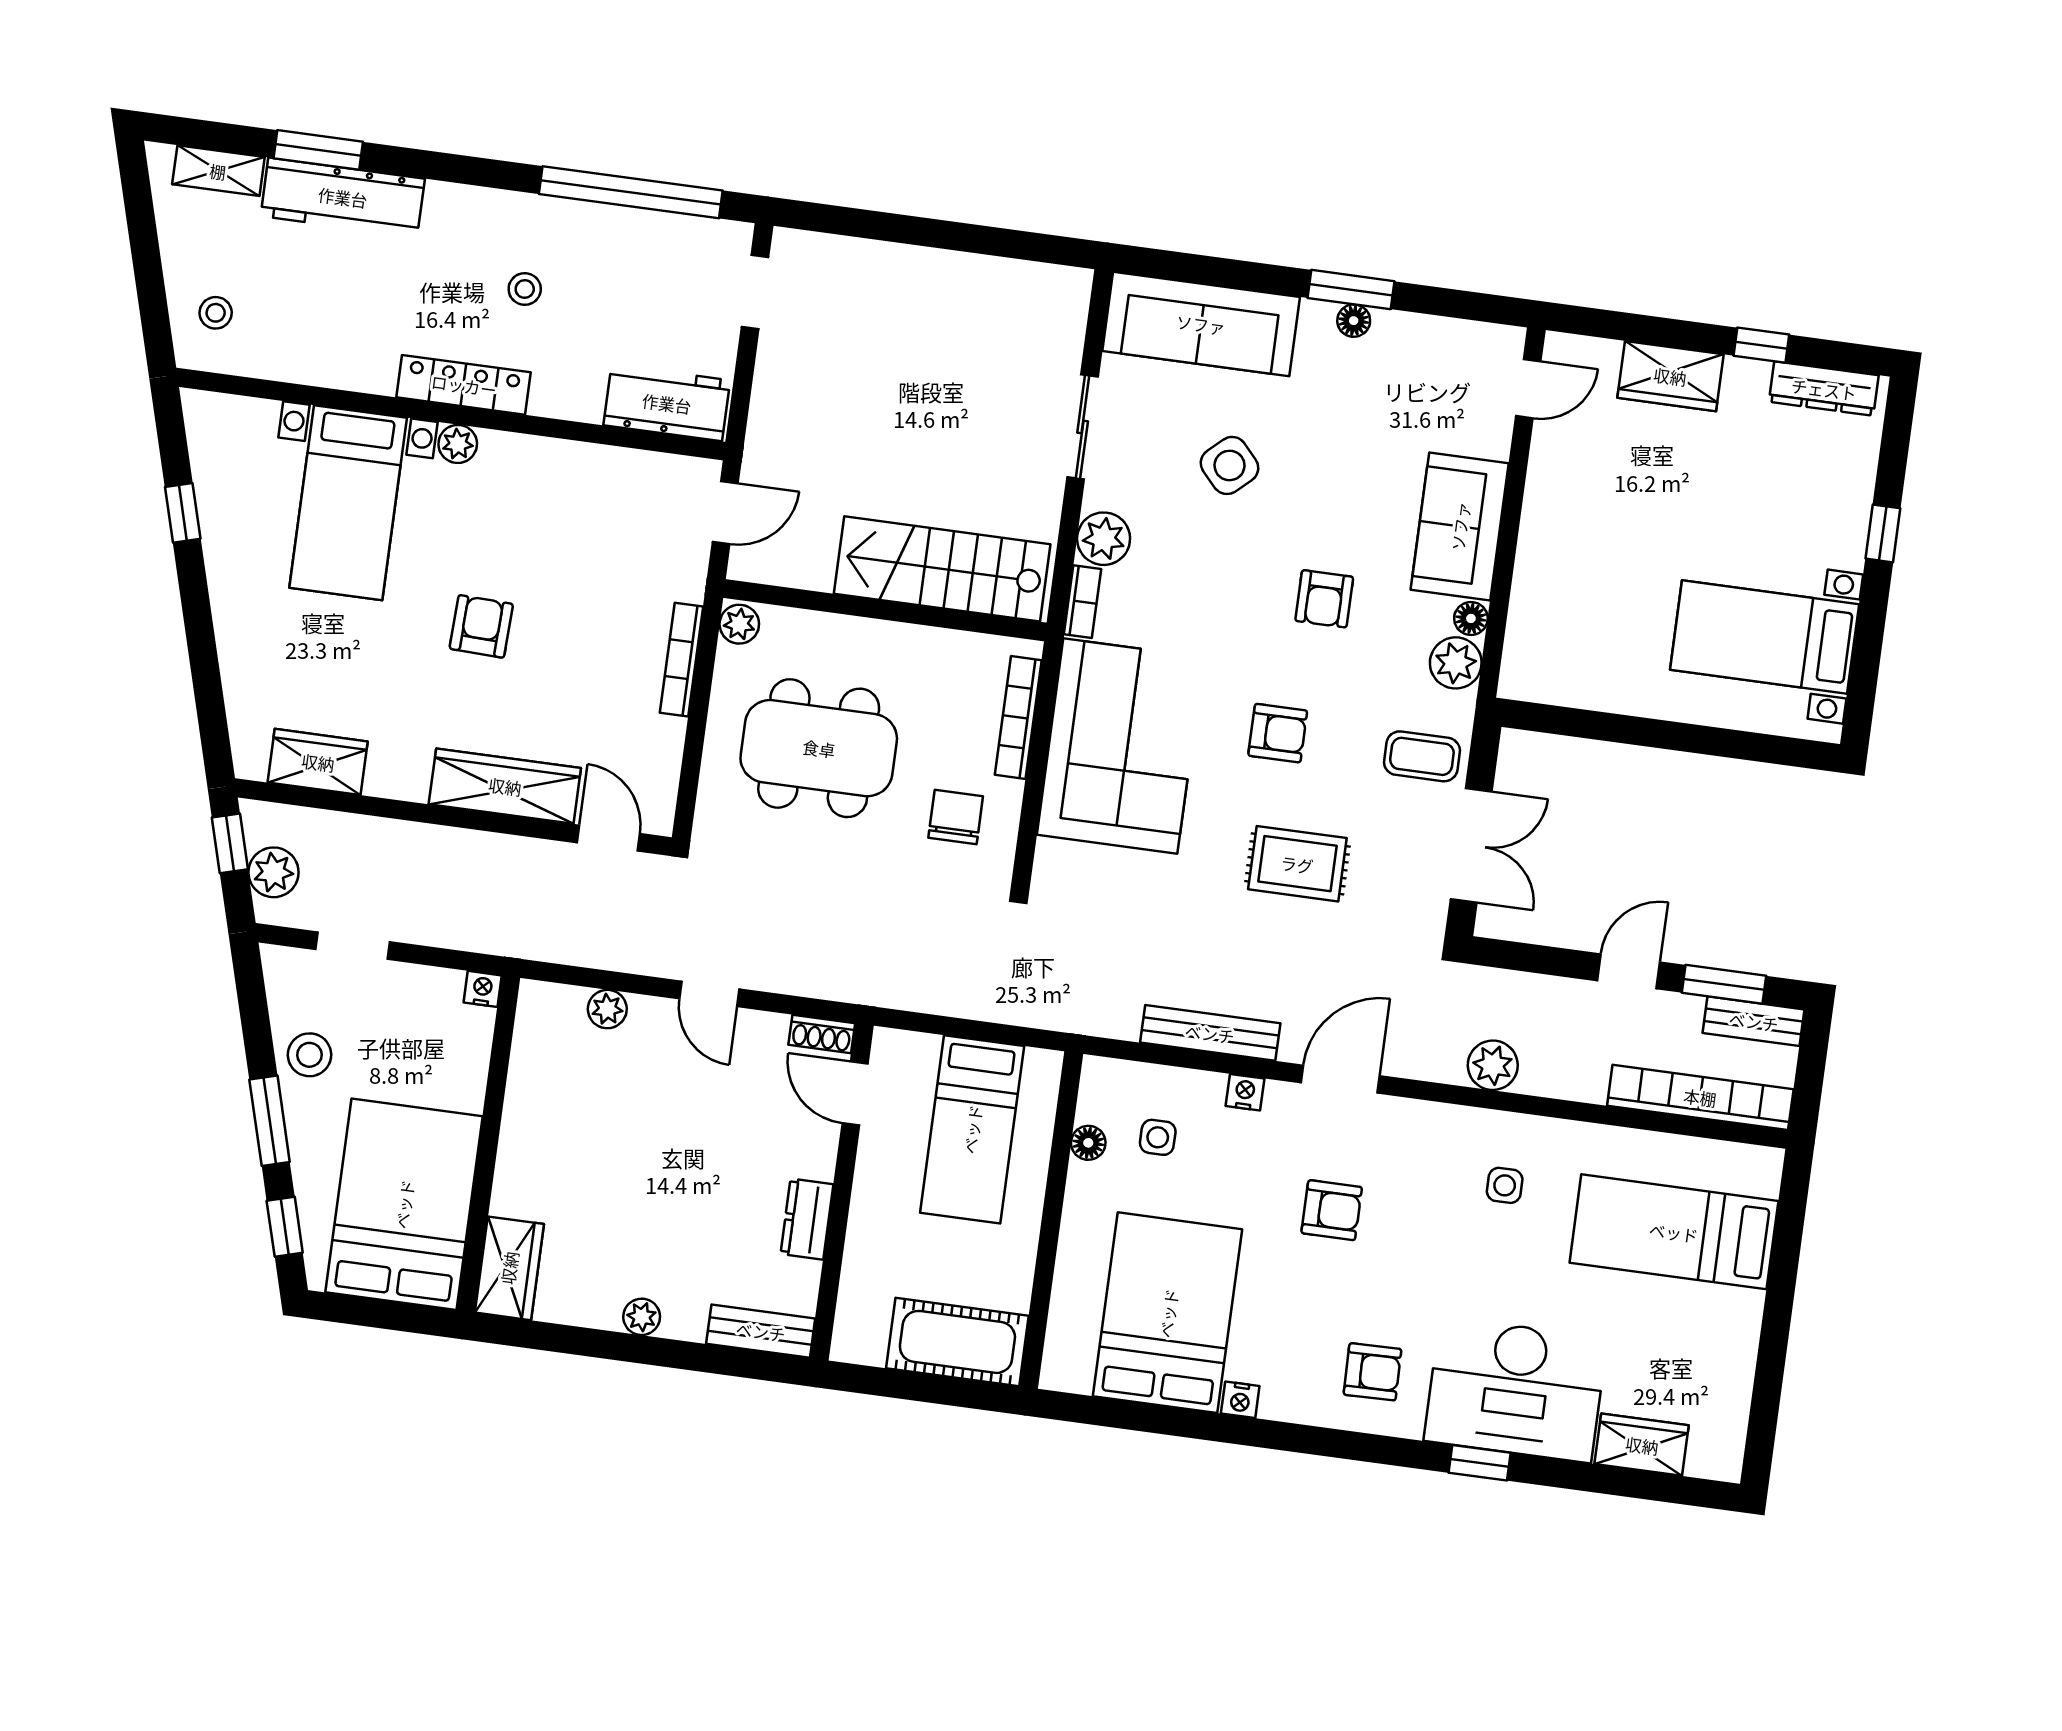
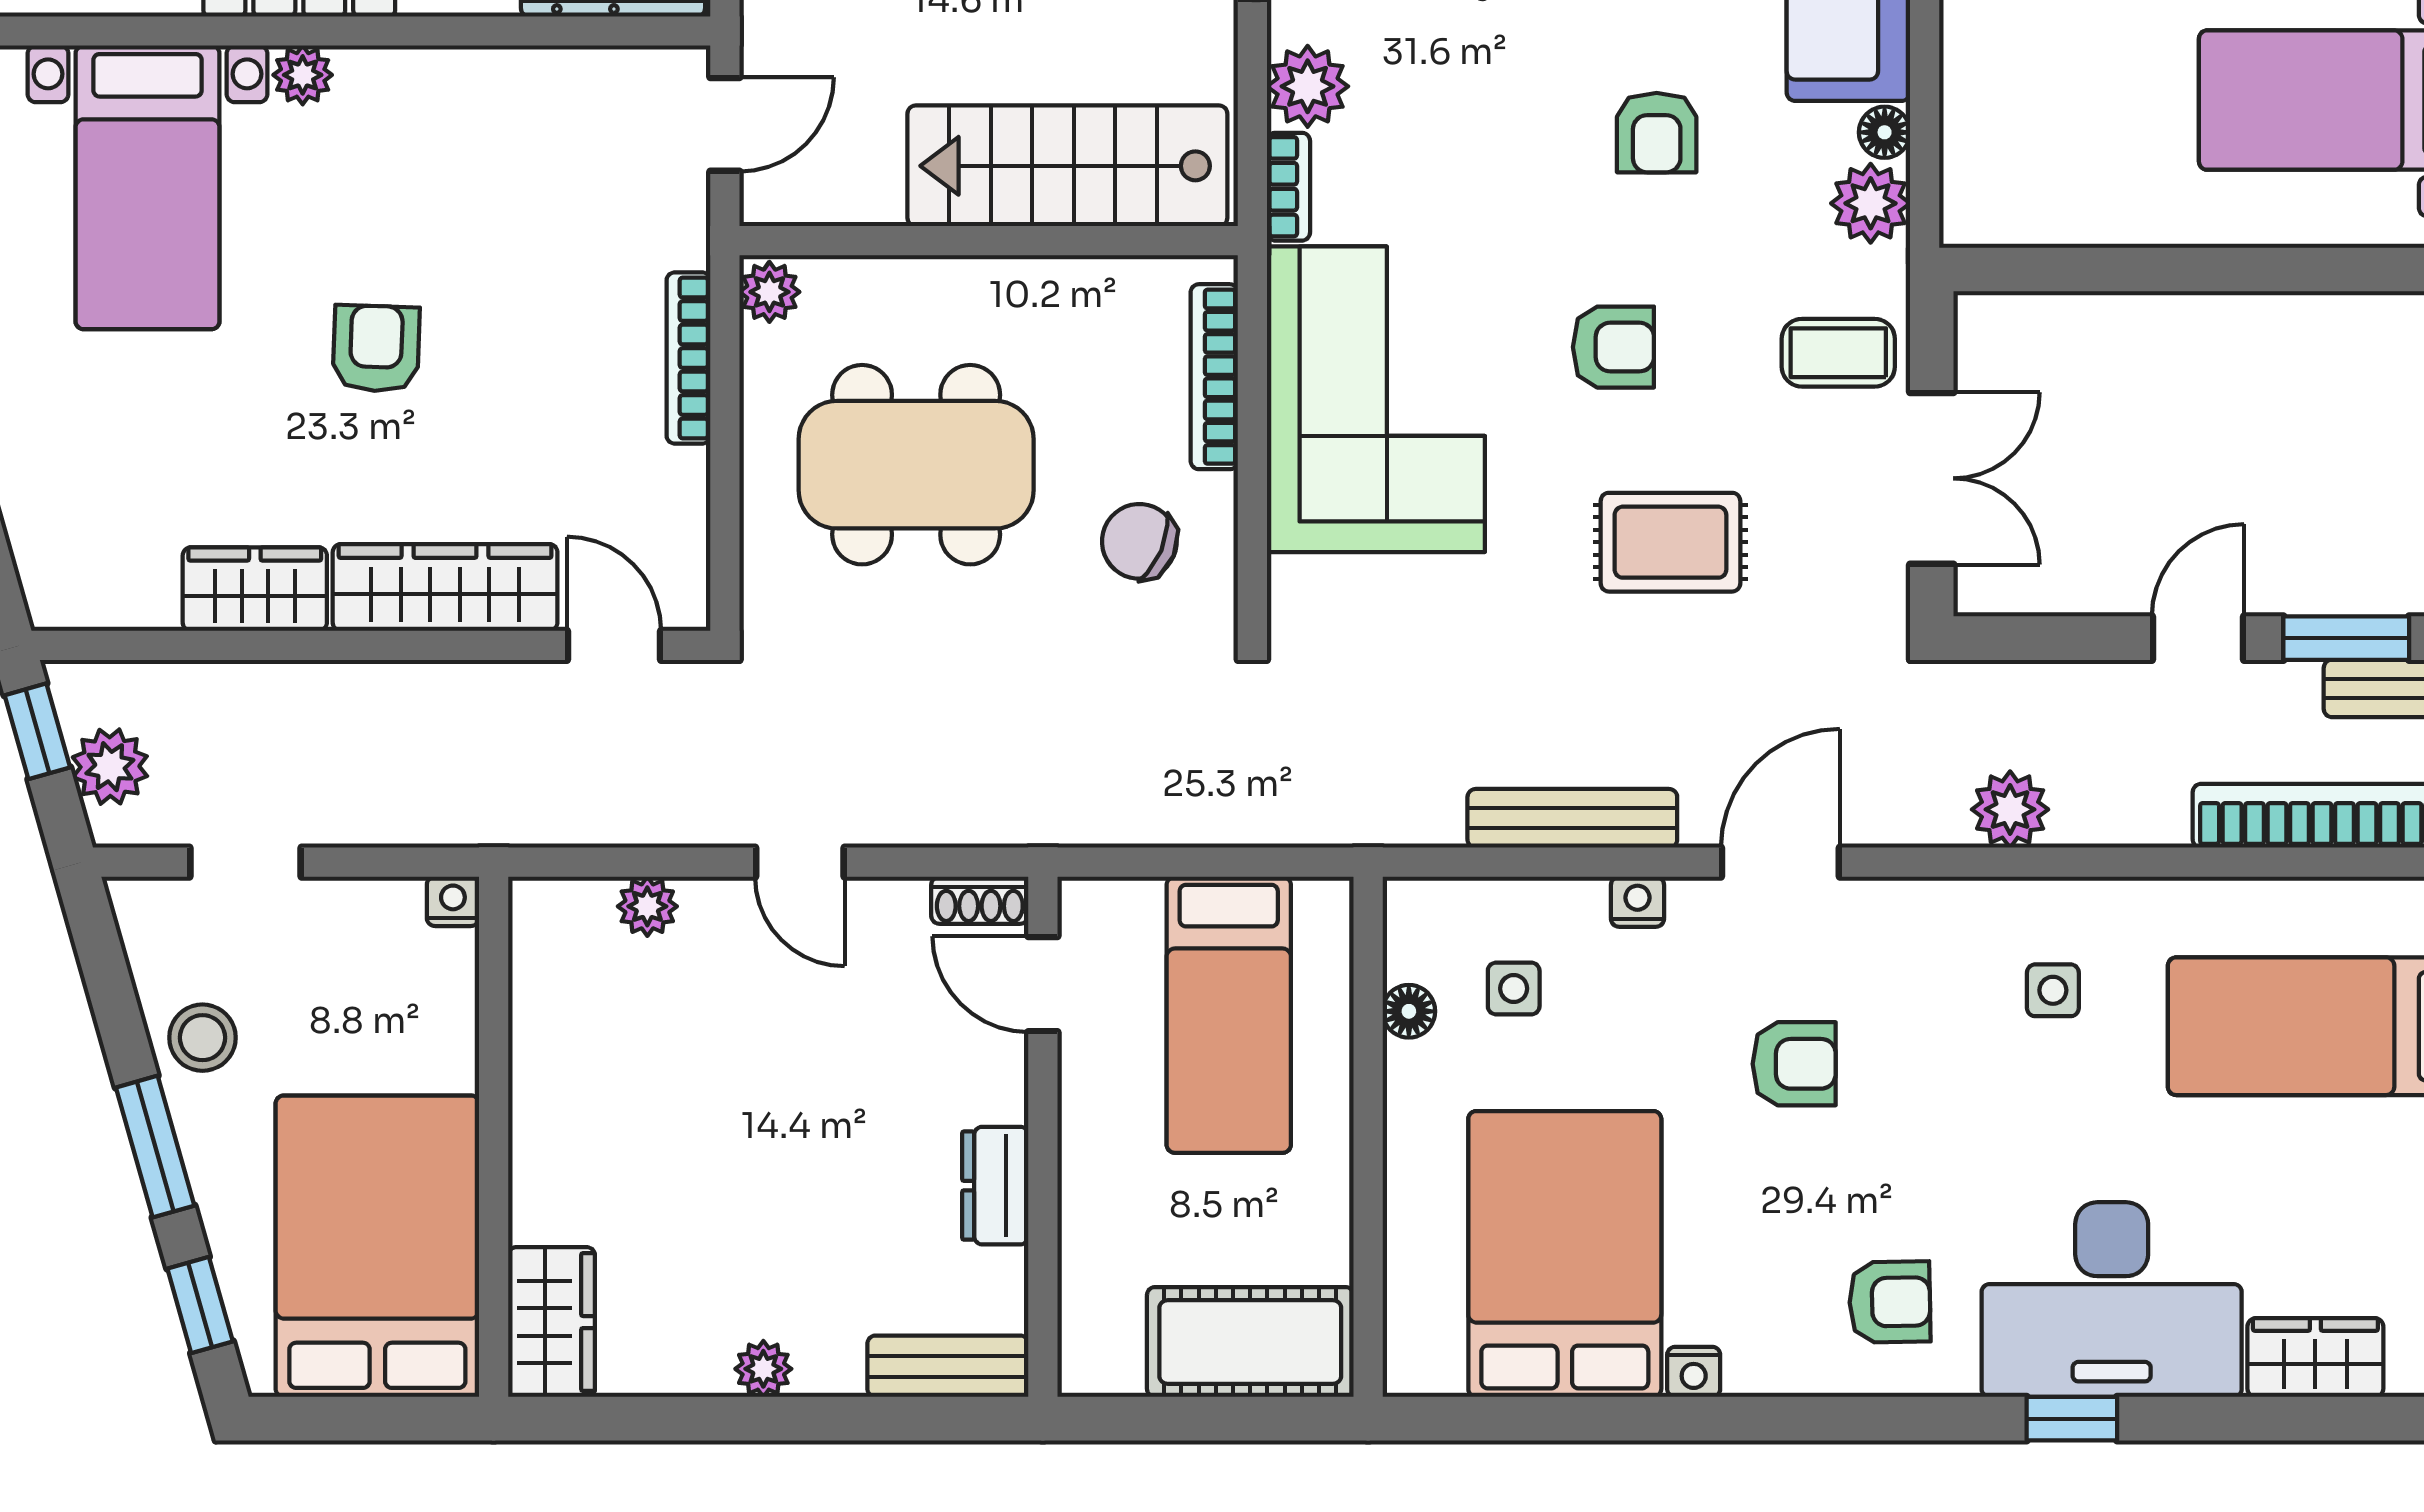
wardrobe: (318, 762) -> (255, 589), moved
chair: (956, 817) -> (1139, 541), turned -67

